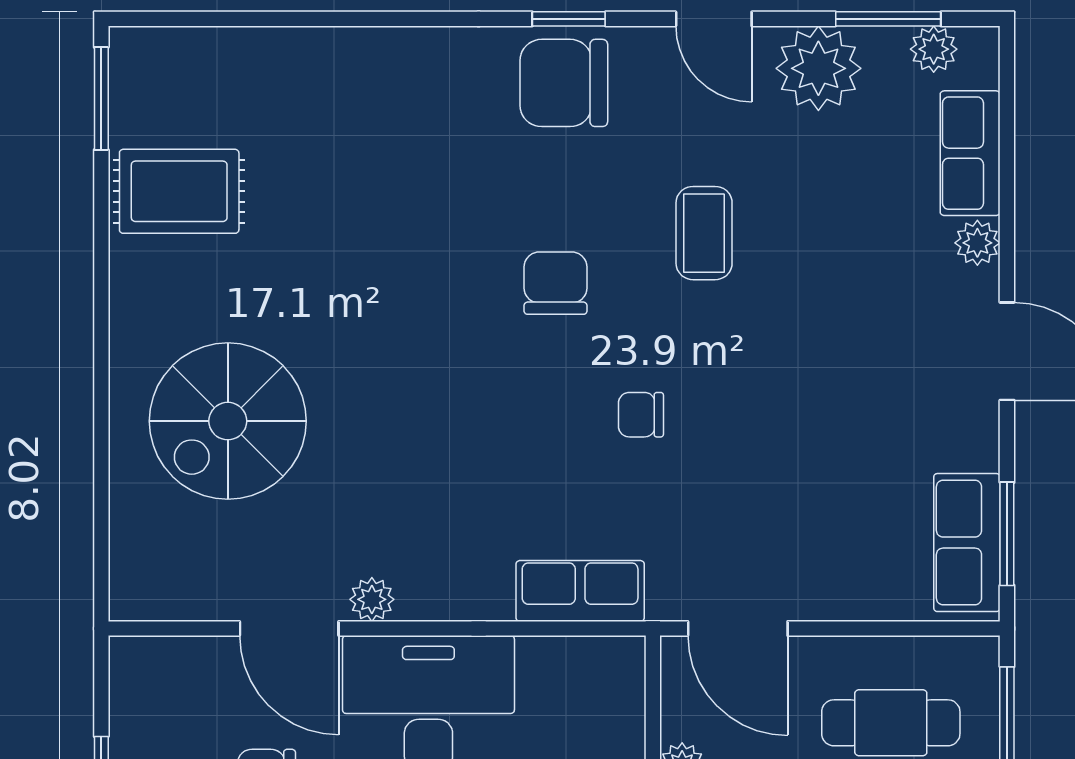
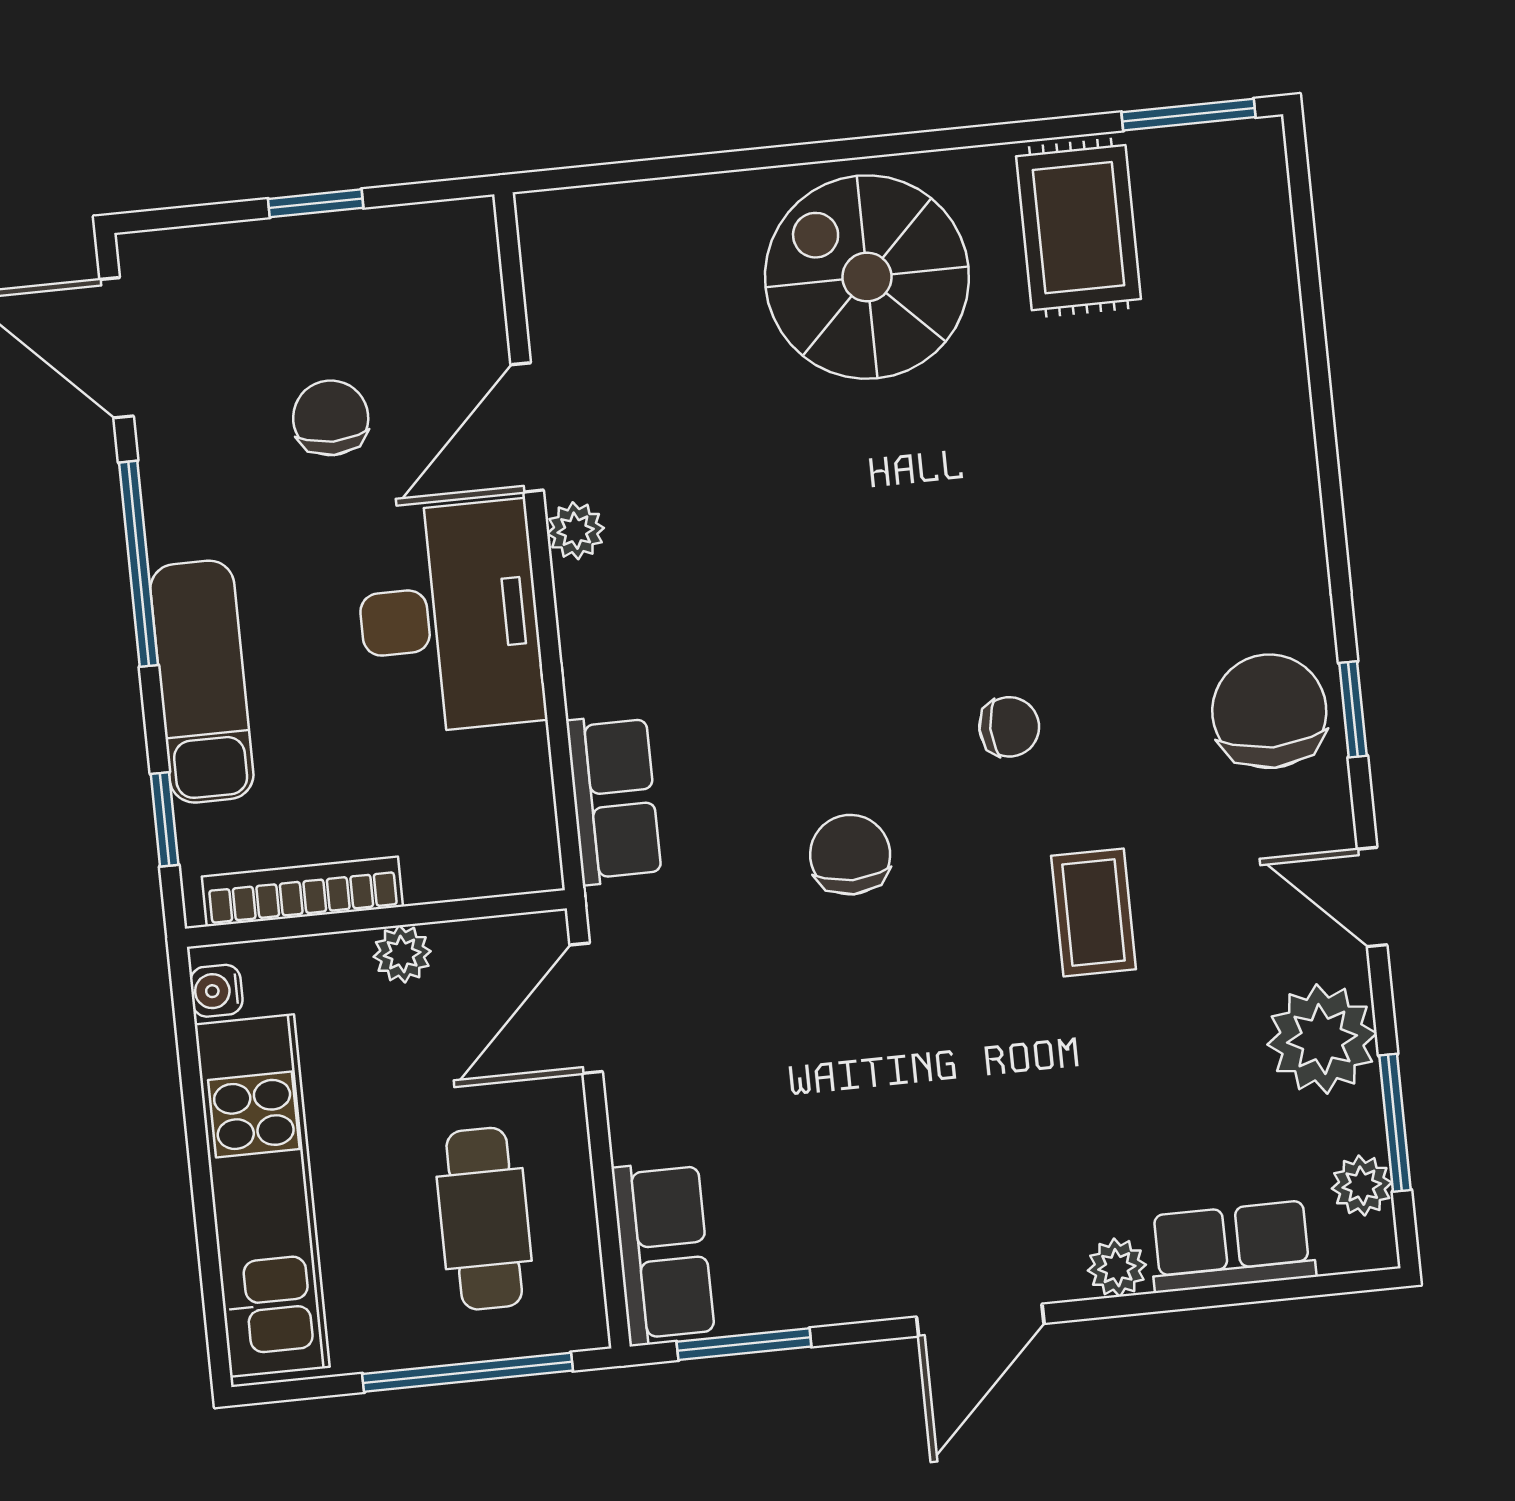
door: (714, 19) -> (1372, 897), hinge flipped
coffee table: (704, 233) -> (1094, 913), turned 90
chair: (556, 283) -> (1009, 727), width x0.73, depth x0.73
chair: (641, 415) -> (850, 855), width x1.37, depth x1.37
spiral stairs: (228, 421) -> (867, 277), moved
row of seats: (967, 543) -> (663, 1253), moved, turned 90

